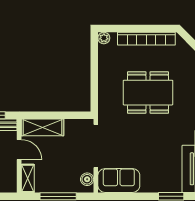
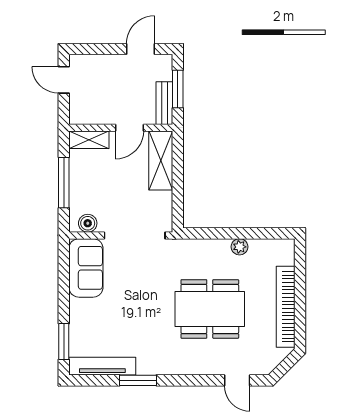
plant: (104, 38) -> (240, 247), moved
dining table: (148, 93) -> (210, 309), turned 90

